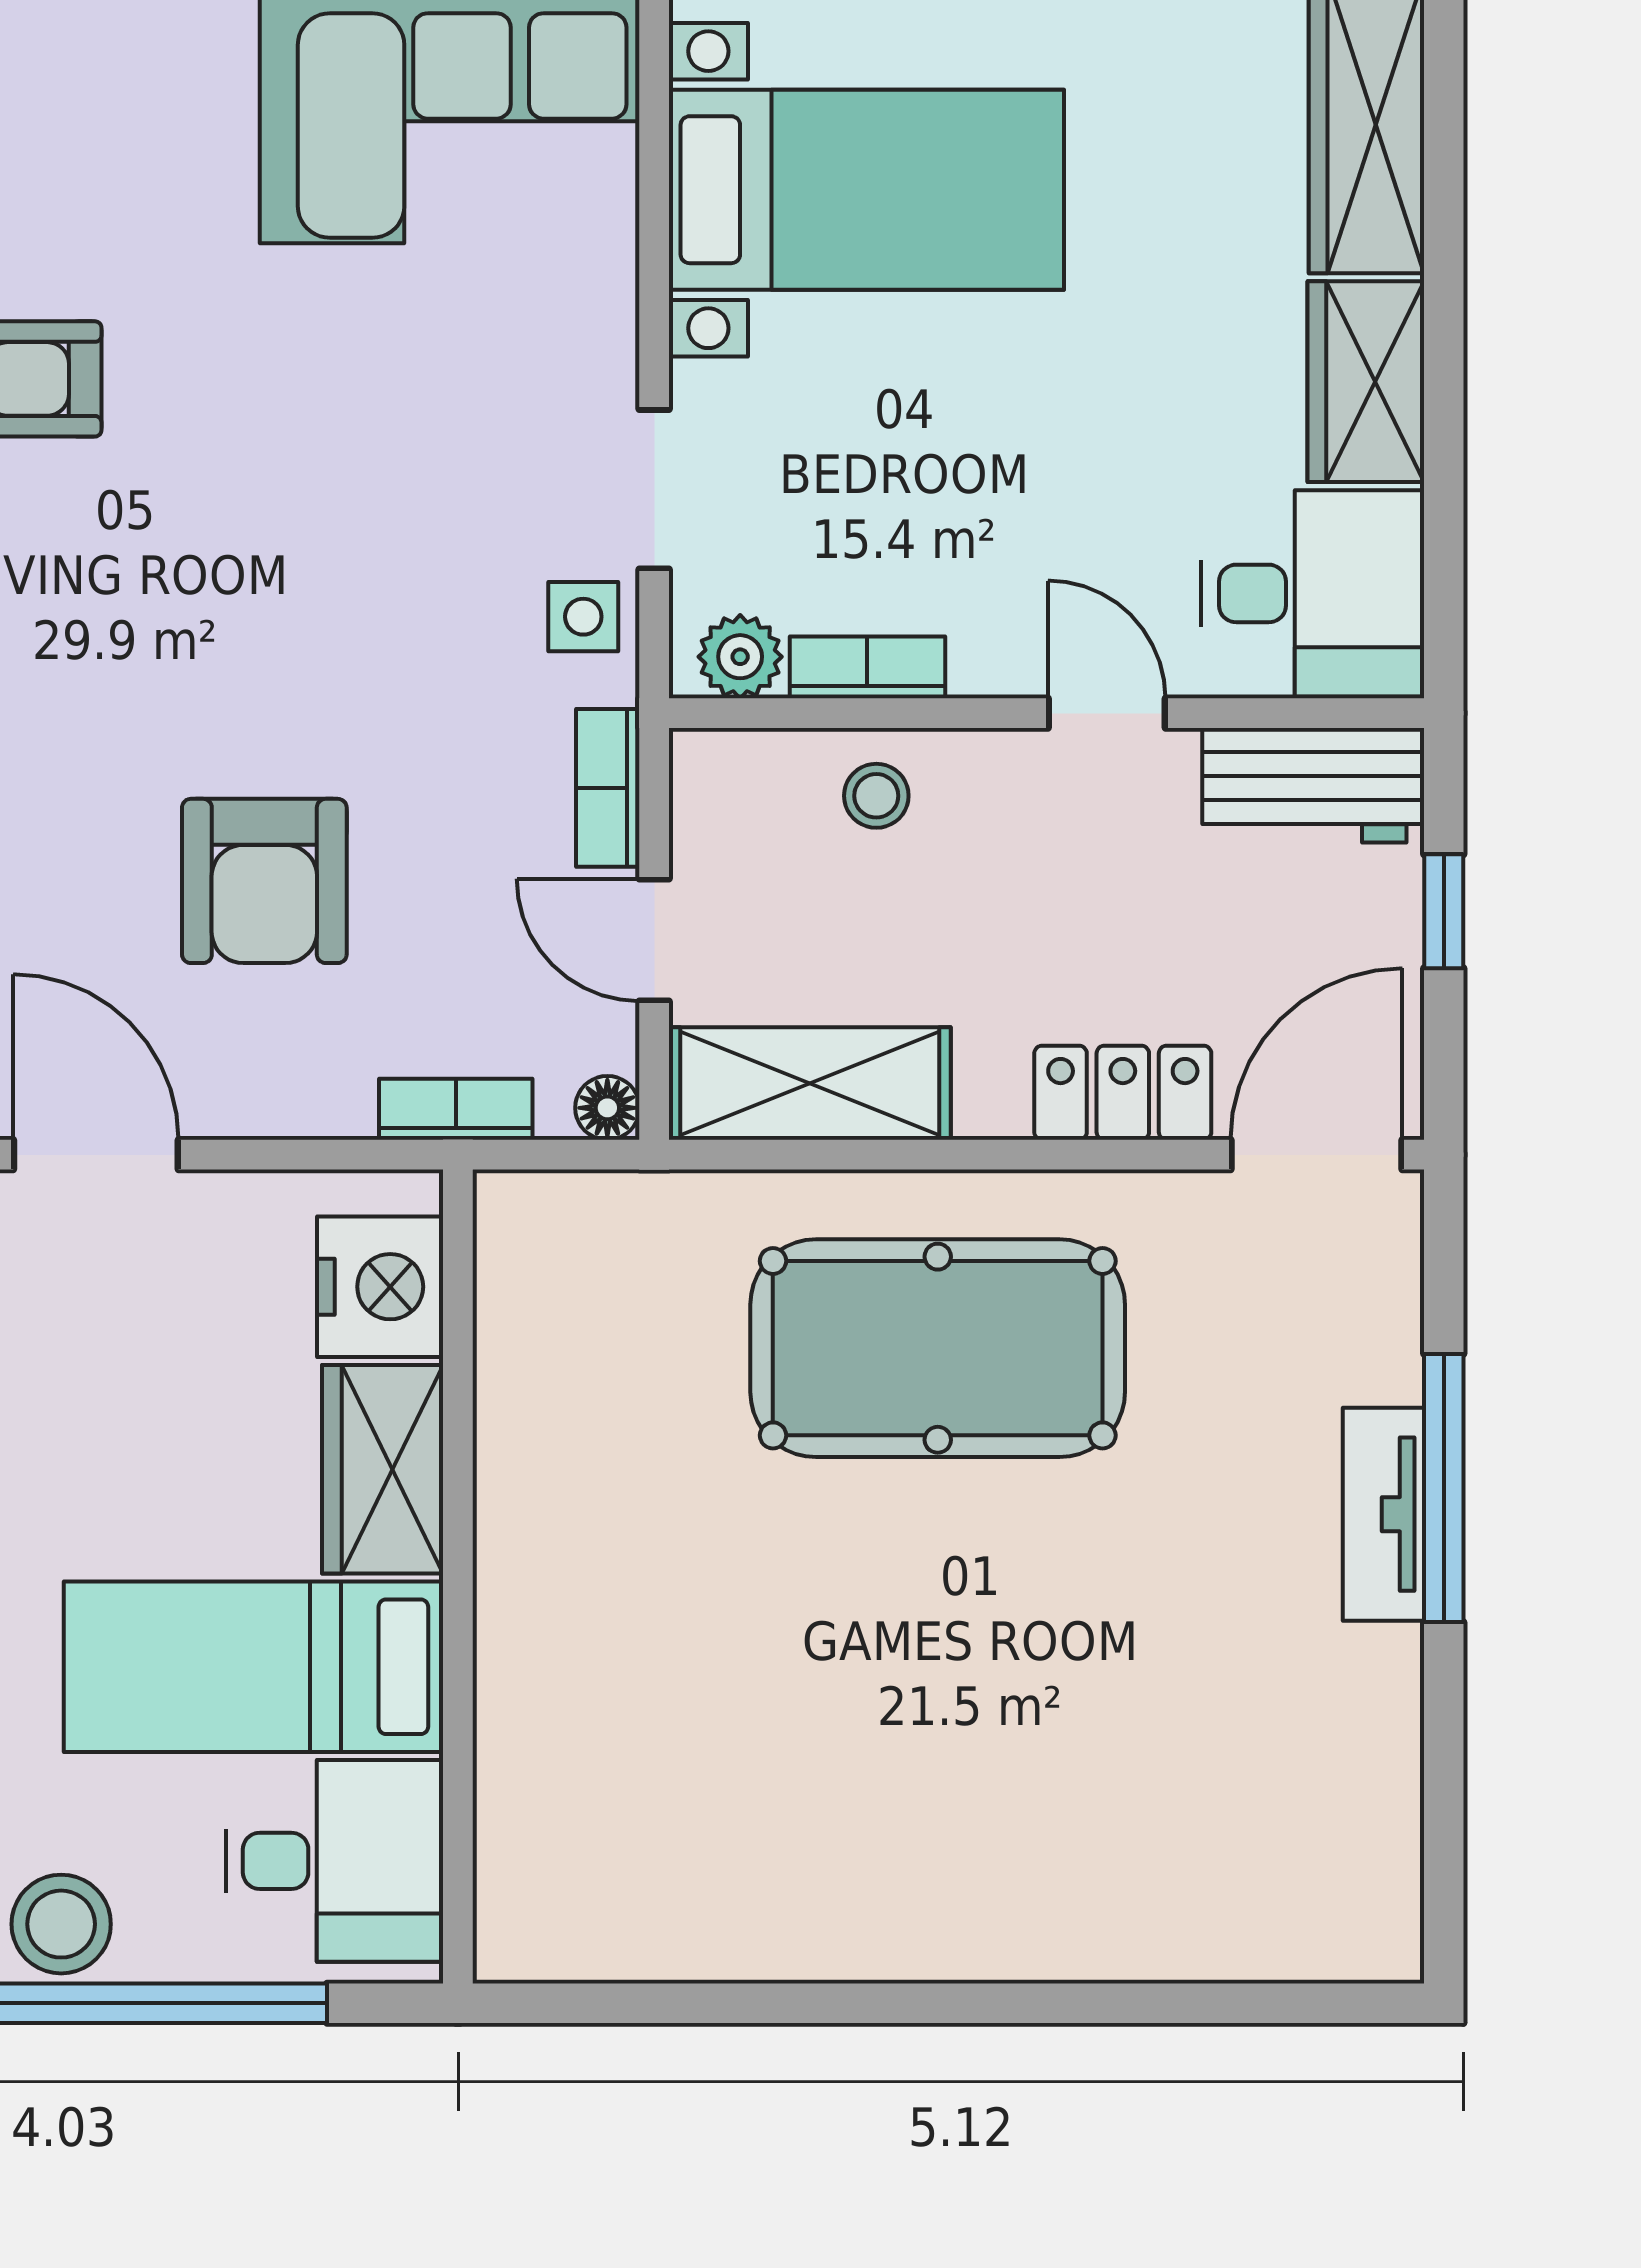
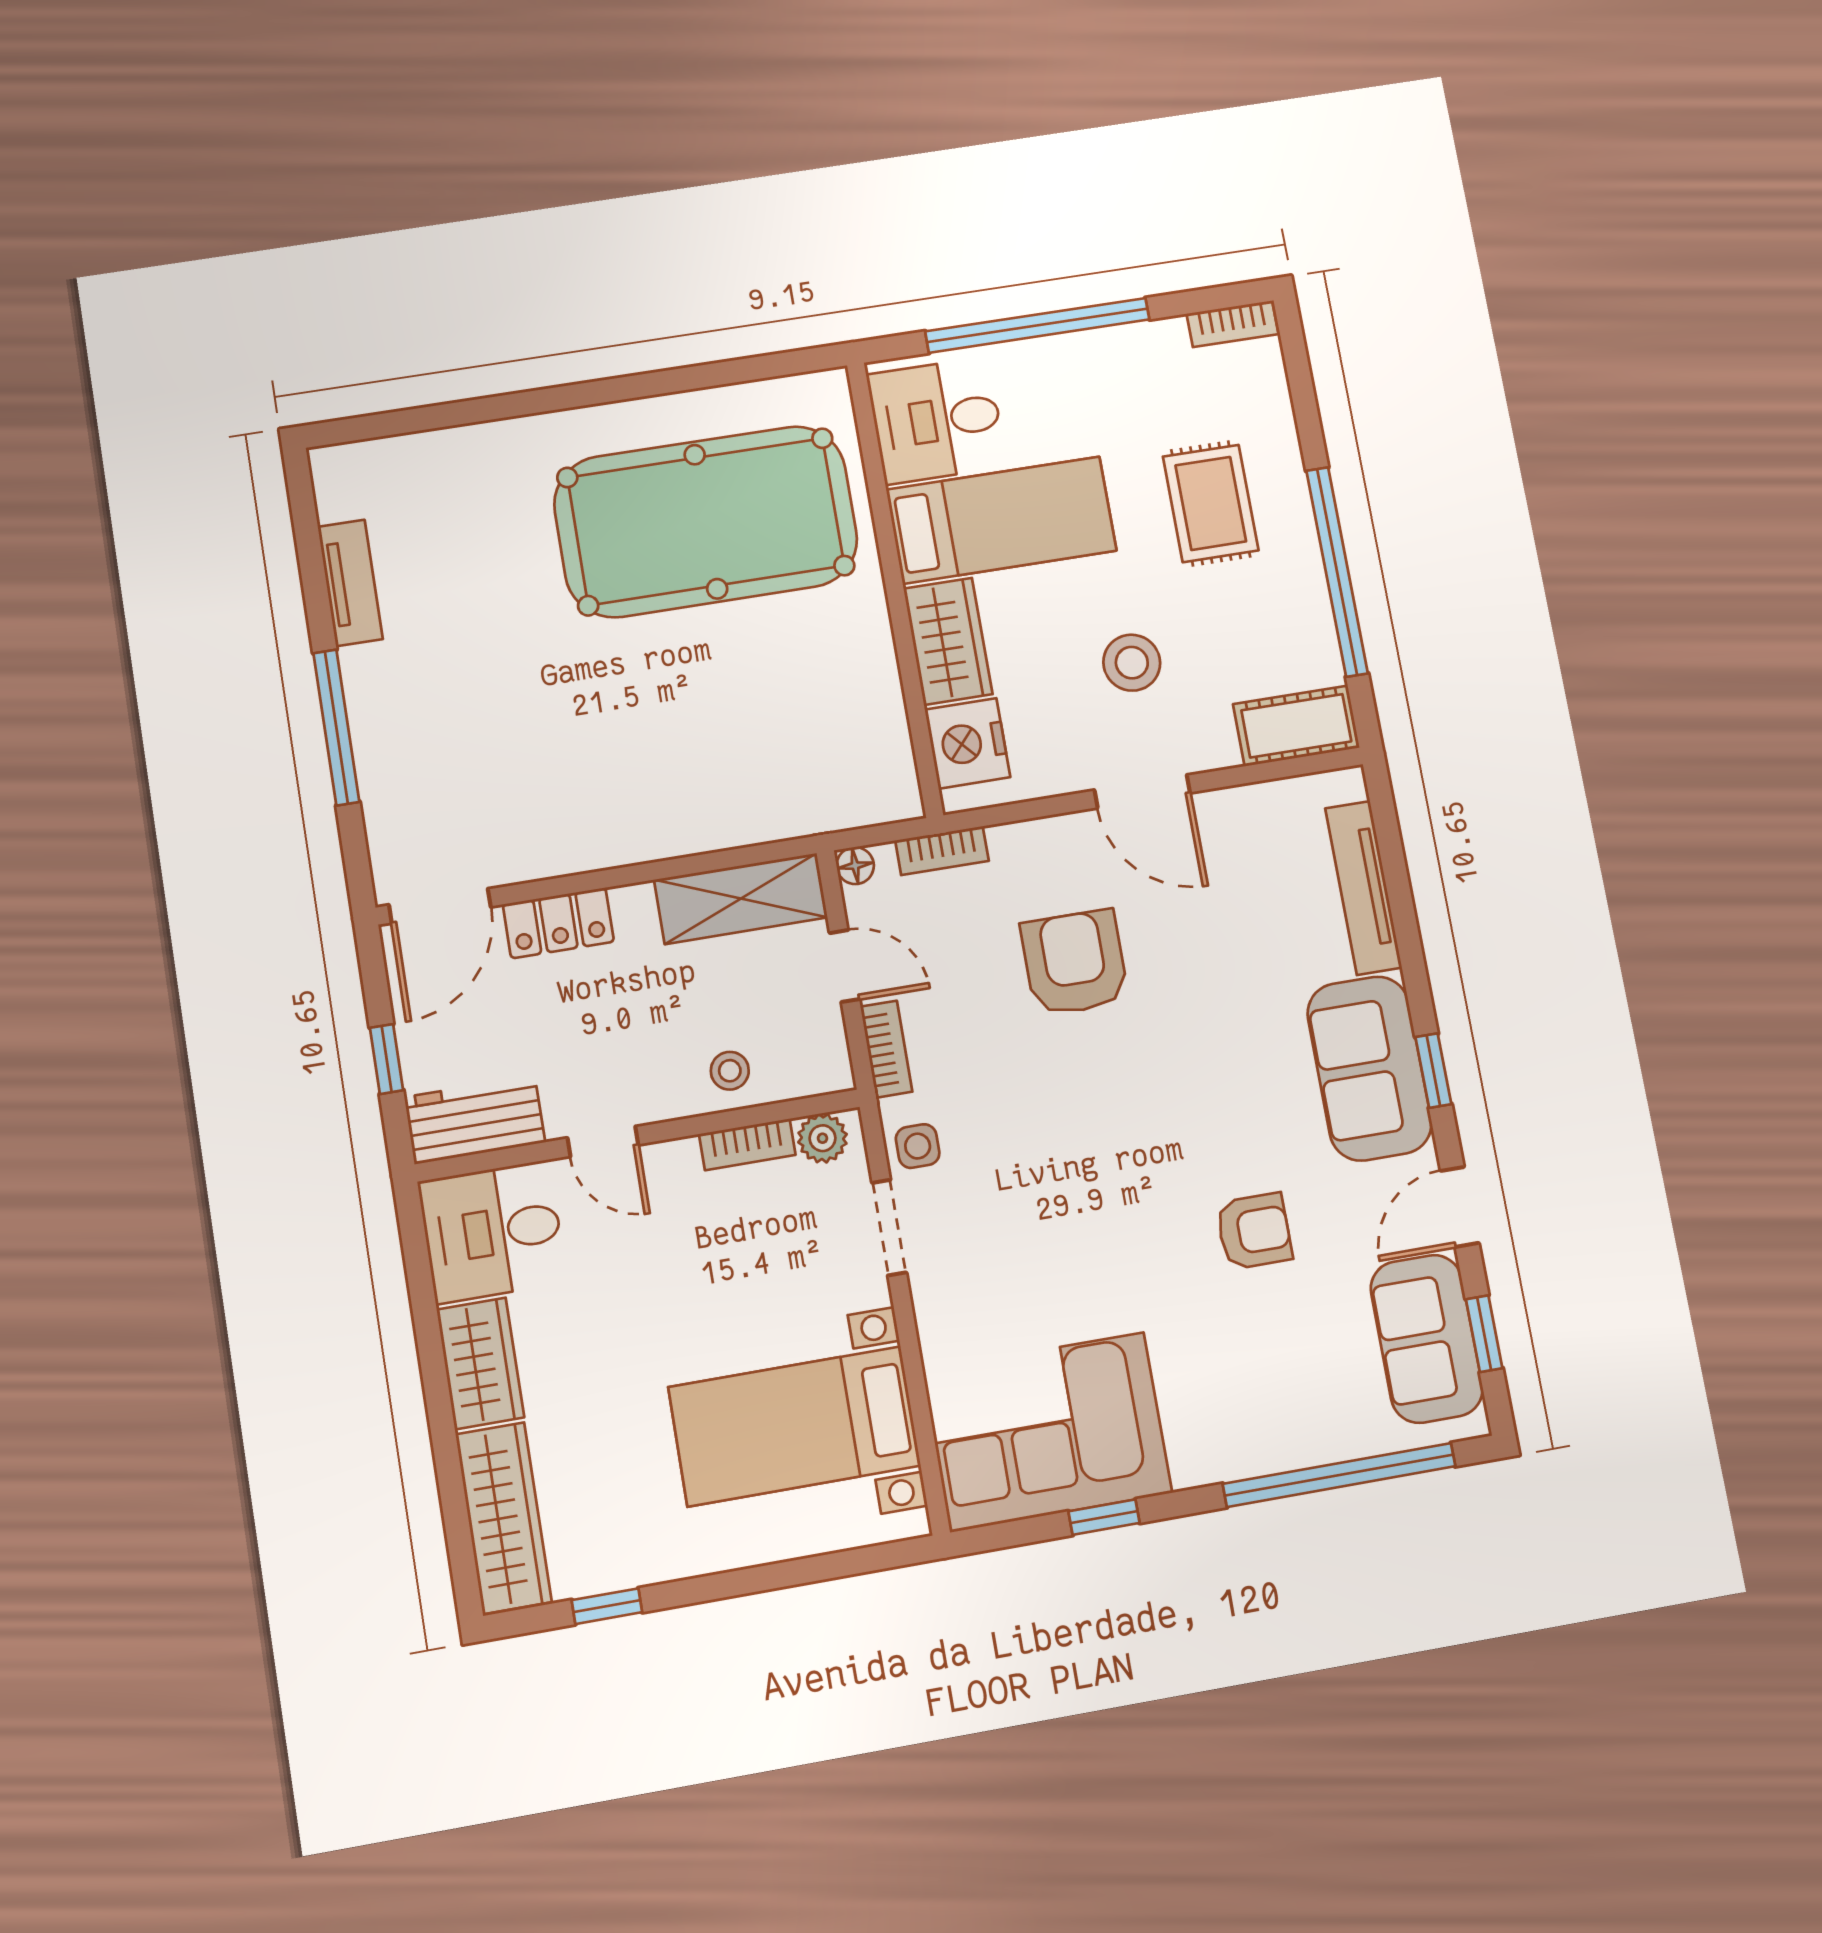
pool table: (938, 1348) -> (706, 522), moved, width x1.36, depth x1.32
tv unit: (1384, 1514) -> (350, 583), moved
stool: (61, 1924) -> (1132, 663), moved

